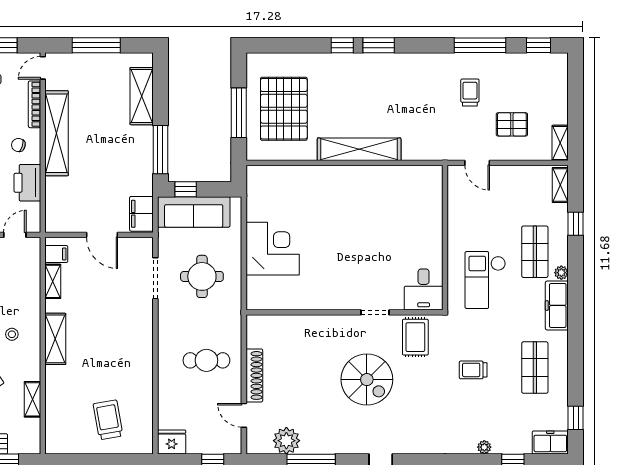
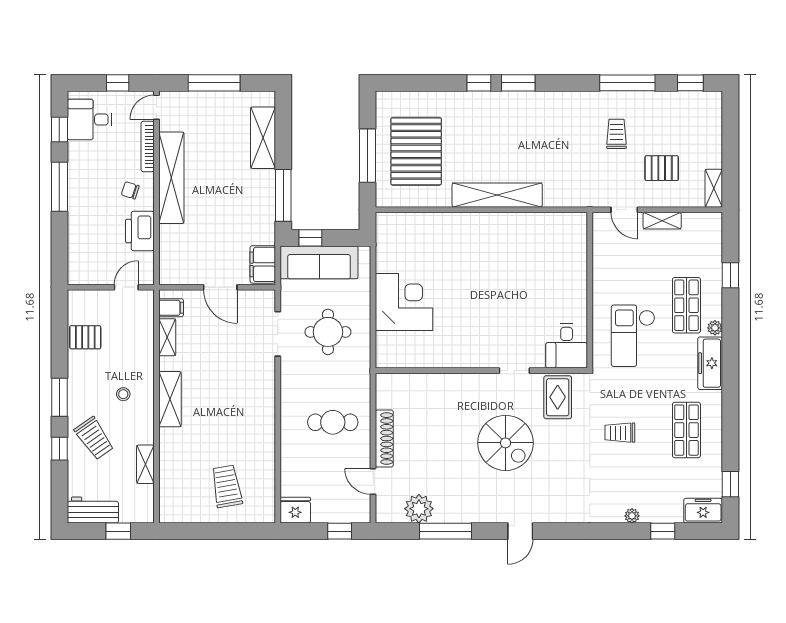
shelving: (560, 185) -> (662, 221), moved, turned 90

